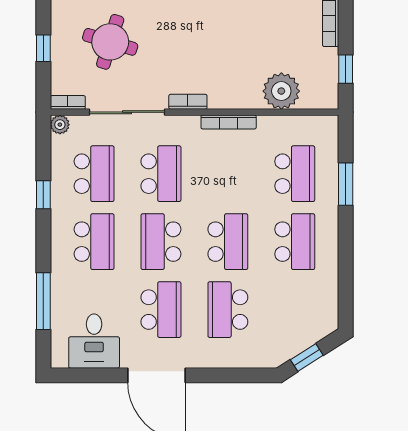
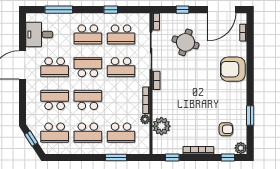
plant: (60, 125) -> (145, 119), moved
school desk: (228, 242) -> (88, 100), turned 180
school desk: (295, 310) -> (55, 133), added

